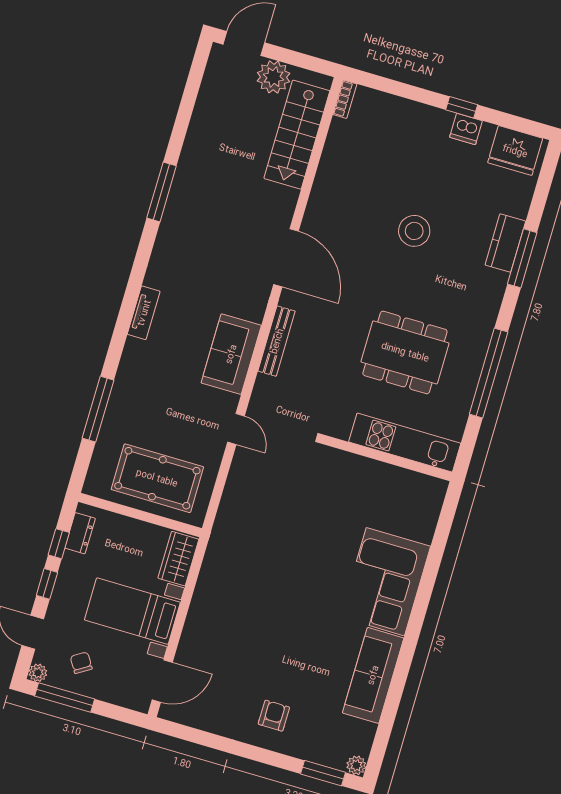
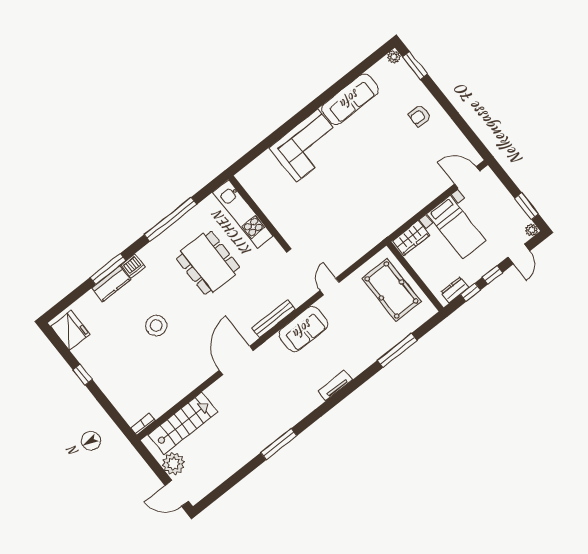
dishwasher: (466, 129) -> (133, 266), moved, turned 90
chair: (81, 663) -> (504, 219), removed
window: (65, 698) -> (527, 206), width x0.69

